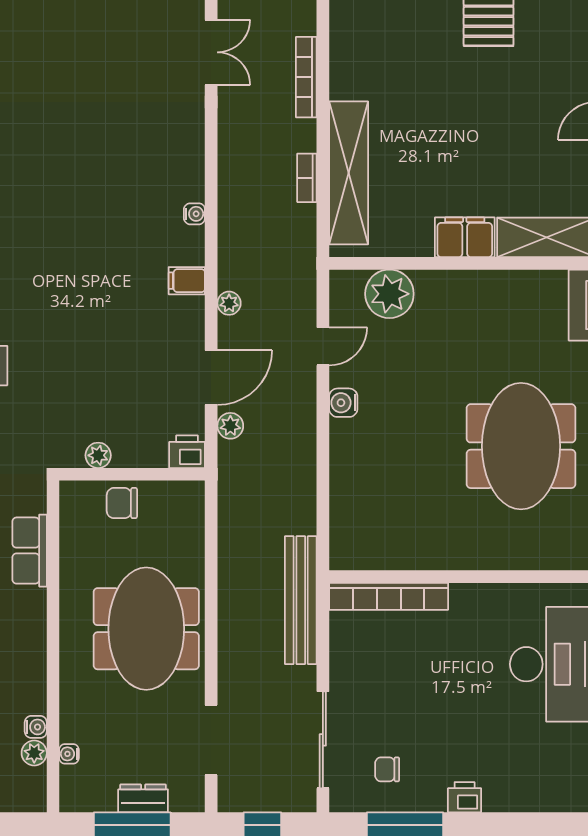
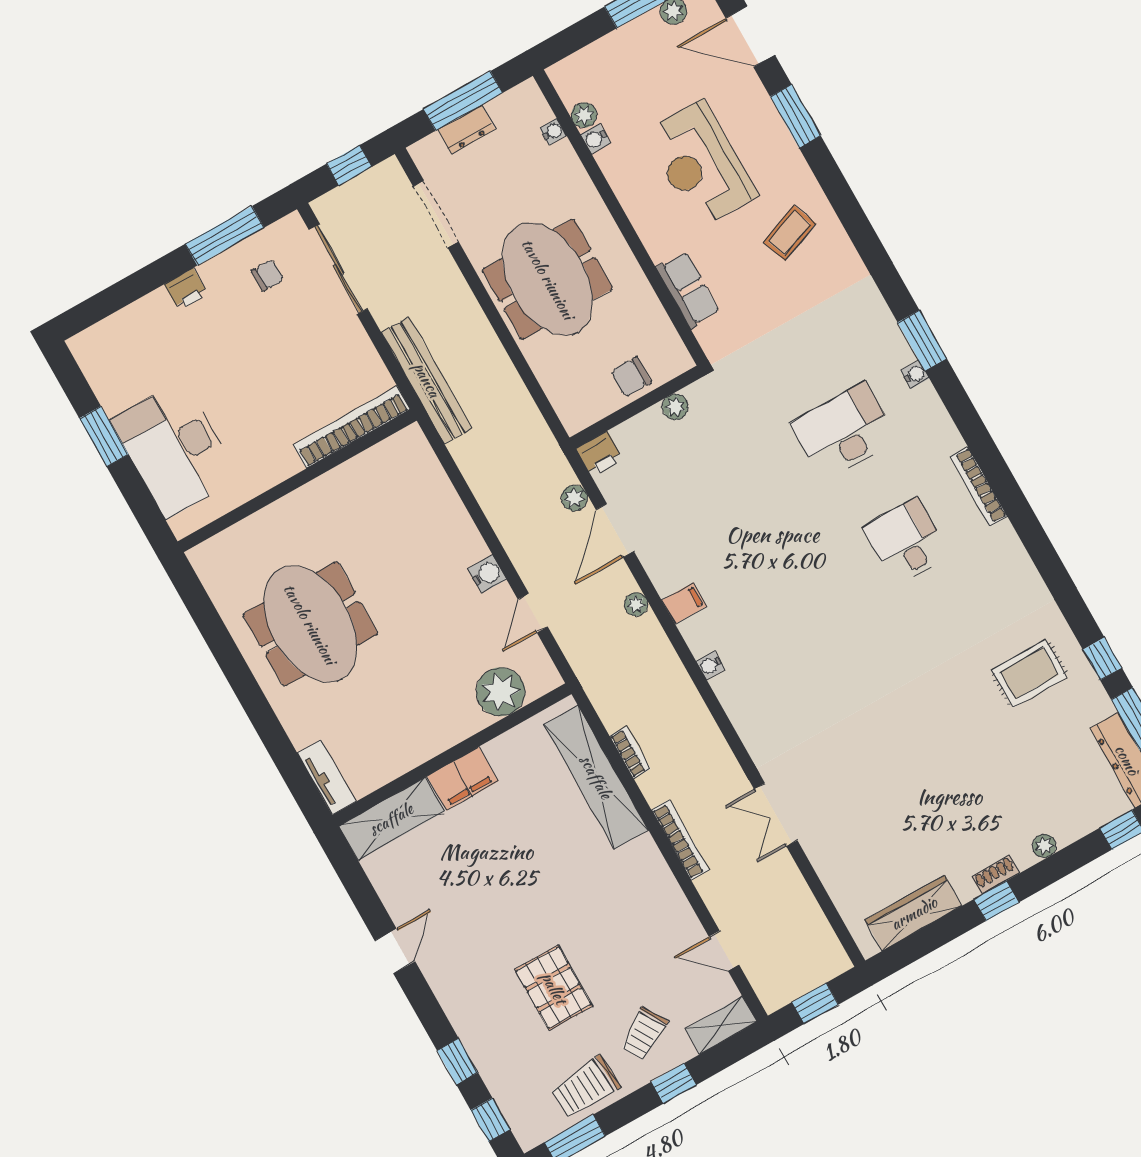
chair: (122, 503) -> (631, 377), turned 180

